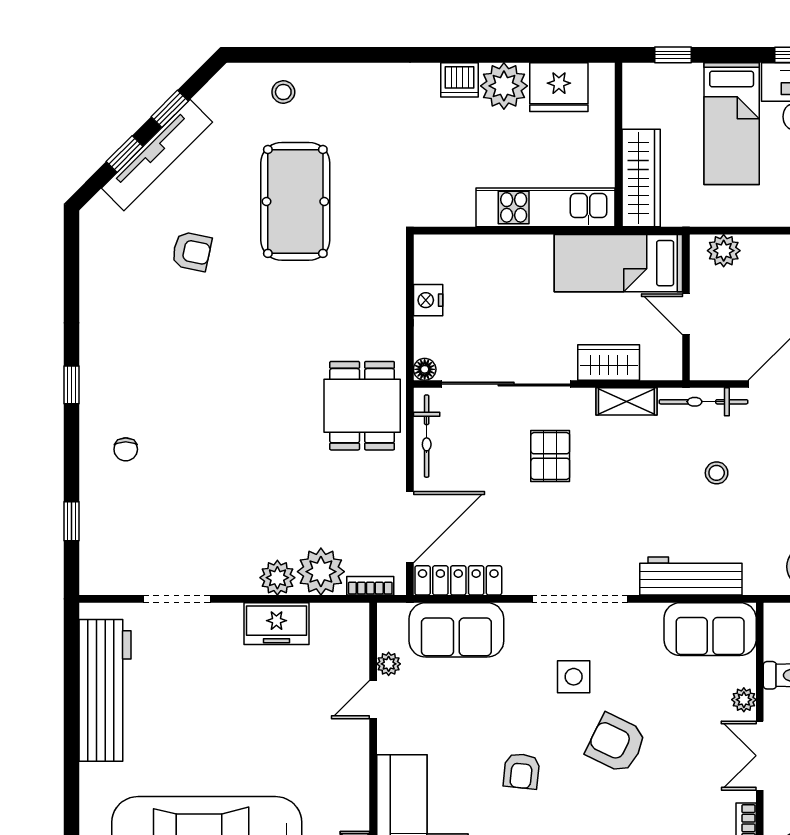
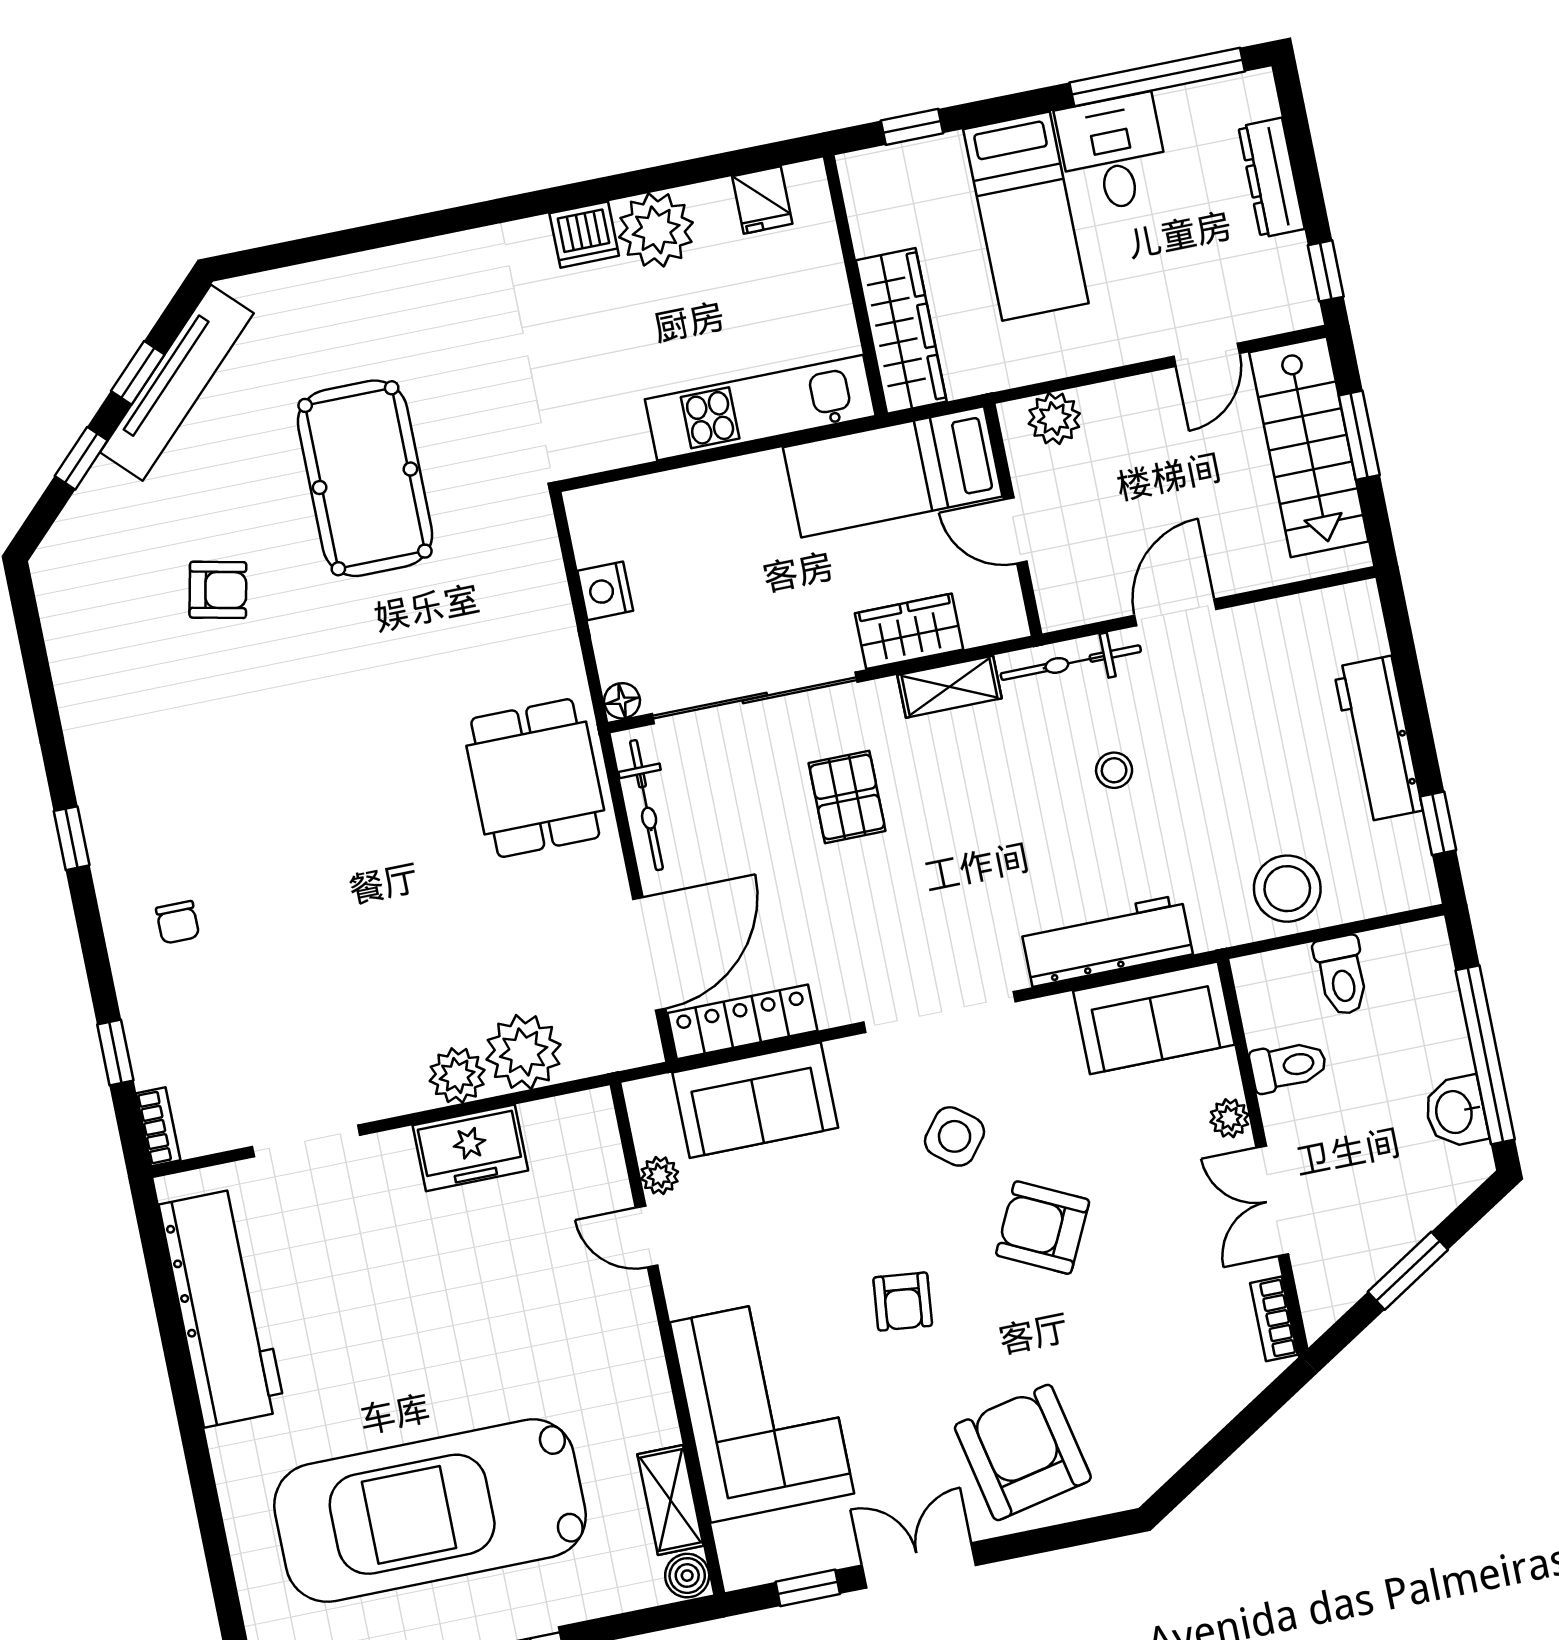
fridge: (559, 87) -> (762, 200), width x0.53, depth x0.75
stool: (283, 92) -> (311, 310), removed
tv unit: (157, 155) -> (177, 383), moved
bookcase: (370, 586) -> (158, 1127), moved, turned 90
side table: (574, 677) -> (955, 1136), turned 38
door: (373, 700) -> (647, 1237), hinge flipped

